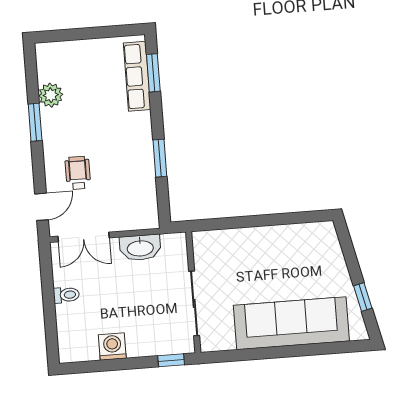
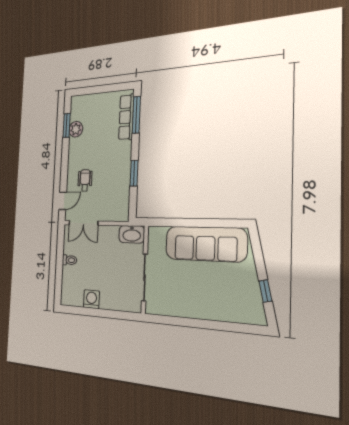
window: (153, 73) -> (136, 115), width x1.44
window: (35, 122) -> (67, 125), moved
washbasin: (140, 248) -> (132, 234), moved
sofa: (291, 323) -> (206, 244), moved, turned 180
window: (171, 360) -> (126, 316), removed

